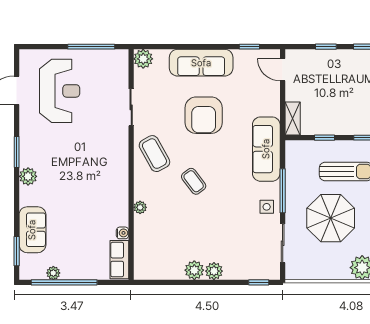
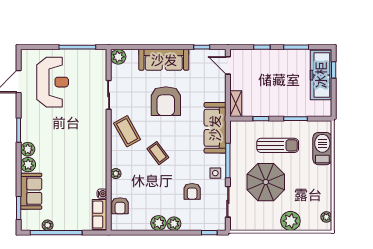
plant: (28, 196) -> (28, 165), added
armchair: (237, 230) -> (192, 191), added
armchair: (145, 248) -> (120, 206), added

